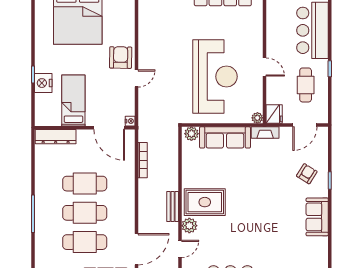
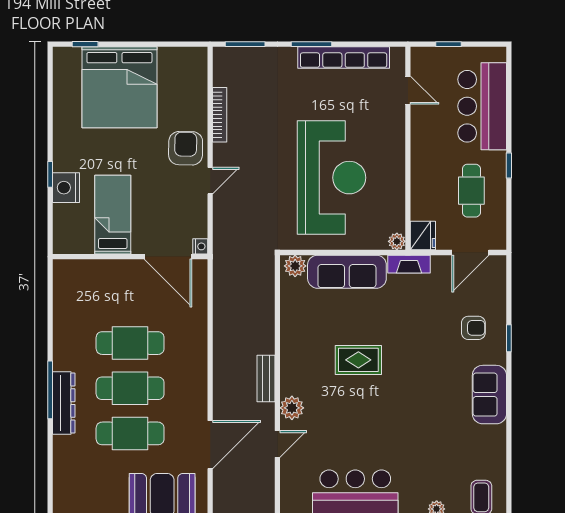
door: (264, 67) -> (408, 90), moved
dresser: (56, 137) -> (64, 403), moved, turned -90
bookcase: (143, 160) -> (220, 115), moved
armchair: (307, 174) -> (473, 328), turned 58
rug: (205, 202) -> (358, 360), moved, width x0.73, depth x0.70

